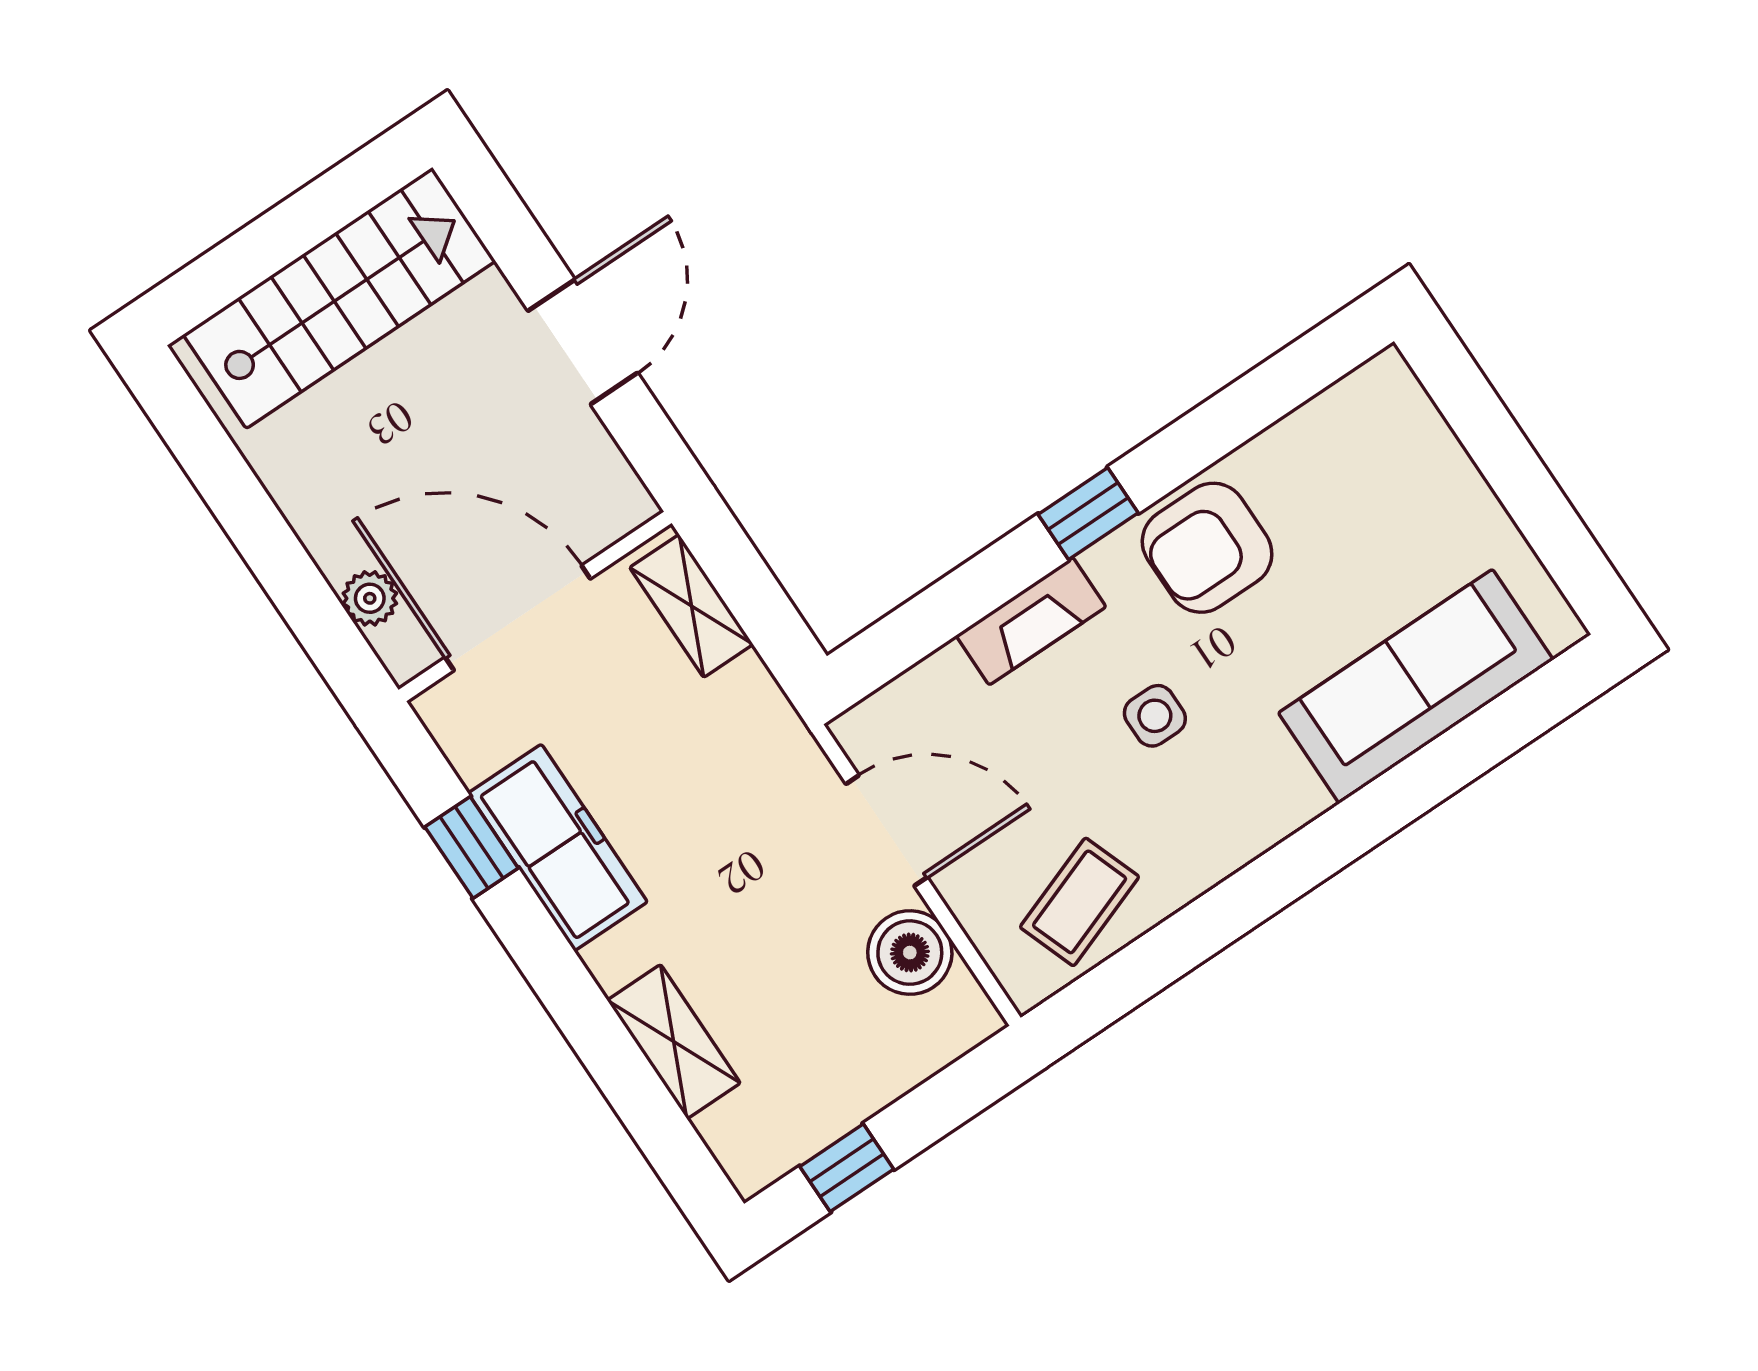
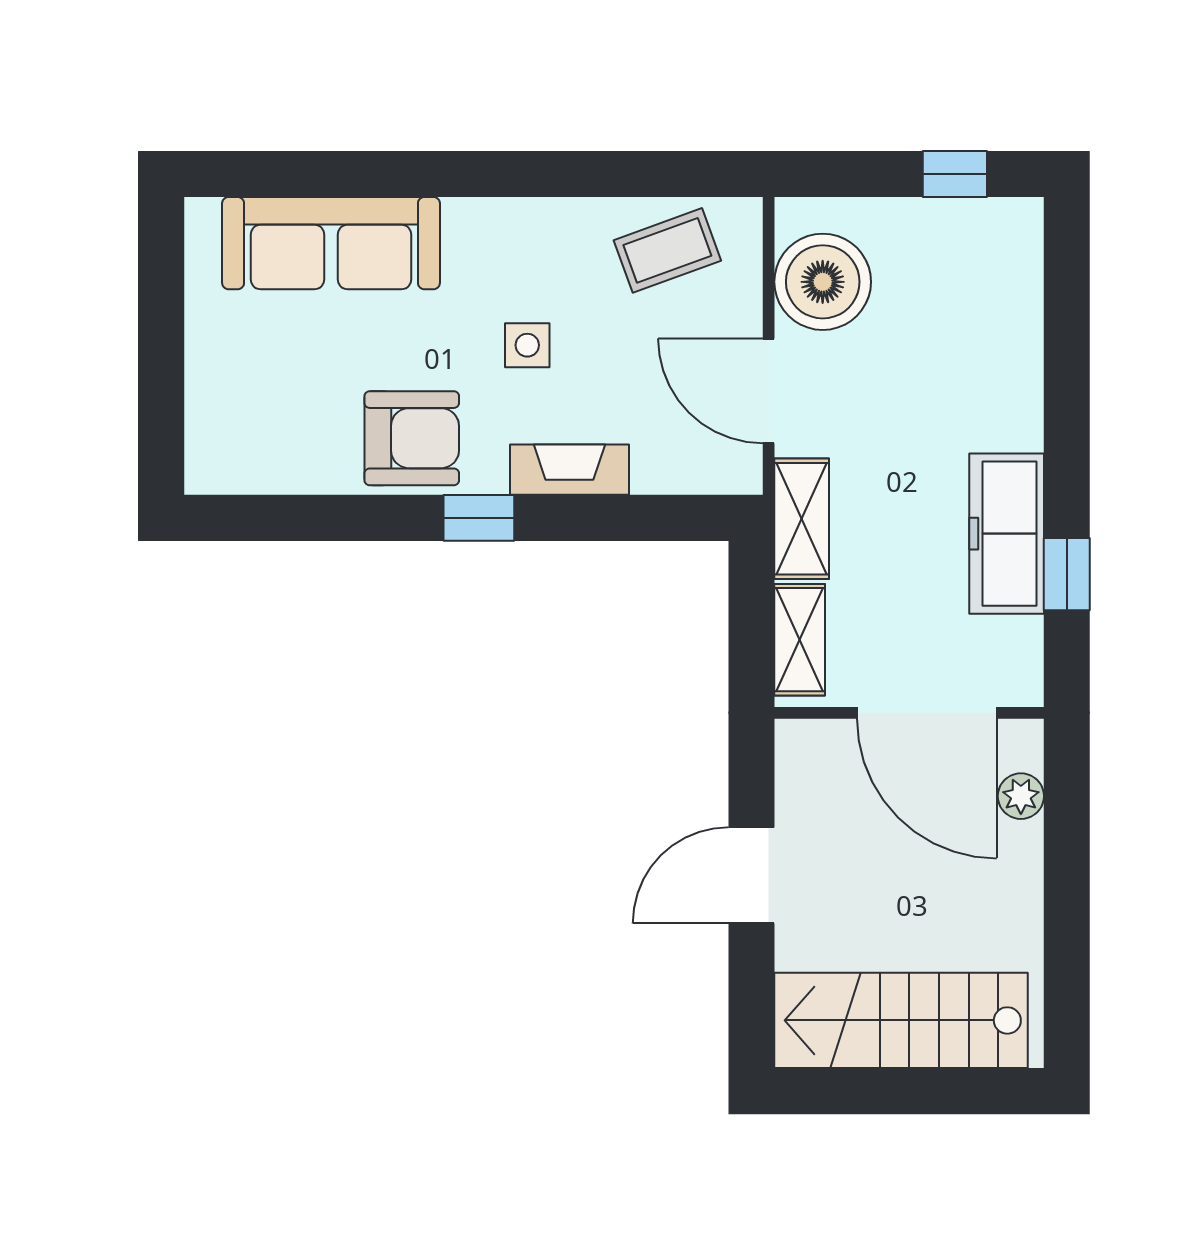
boiler: (910, 953) -> (823, 282), width x1.37, depth x1.37
shelving: (674, 1042) -> (802, 519), moved

